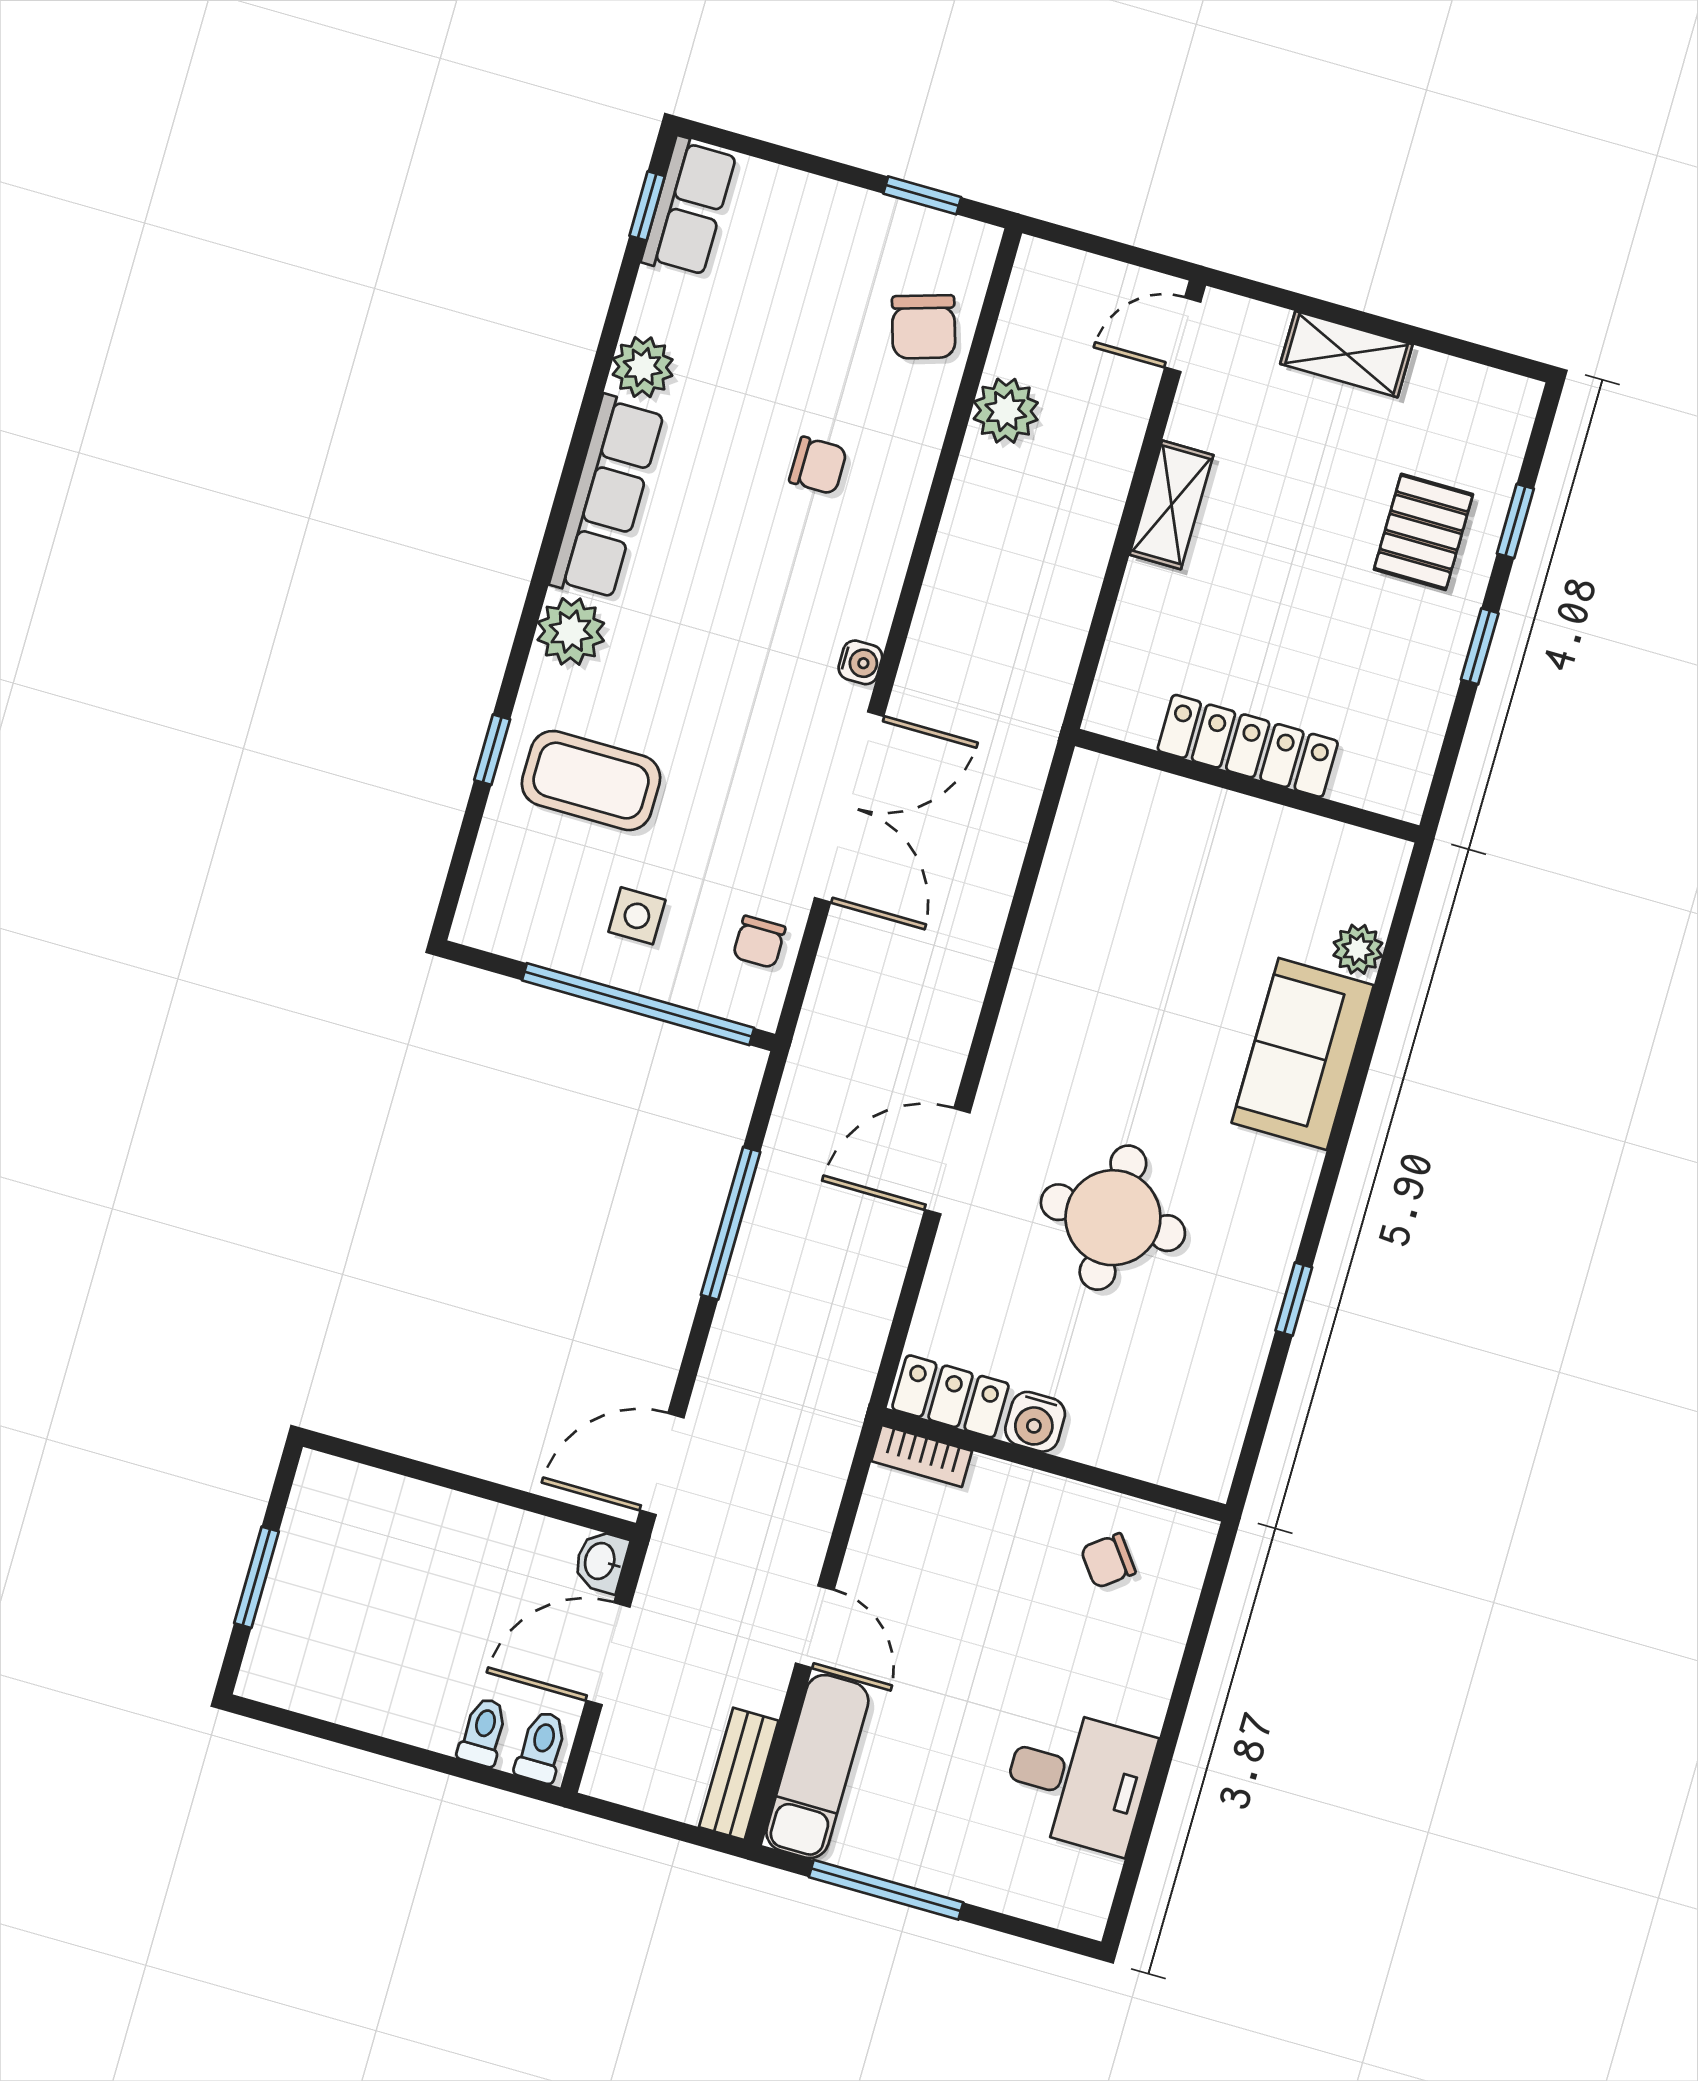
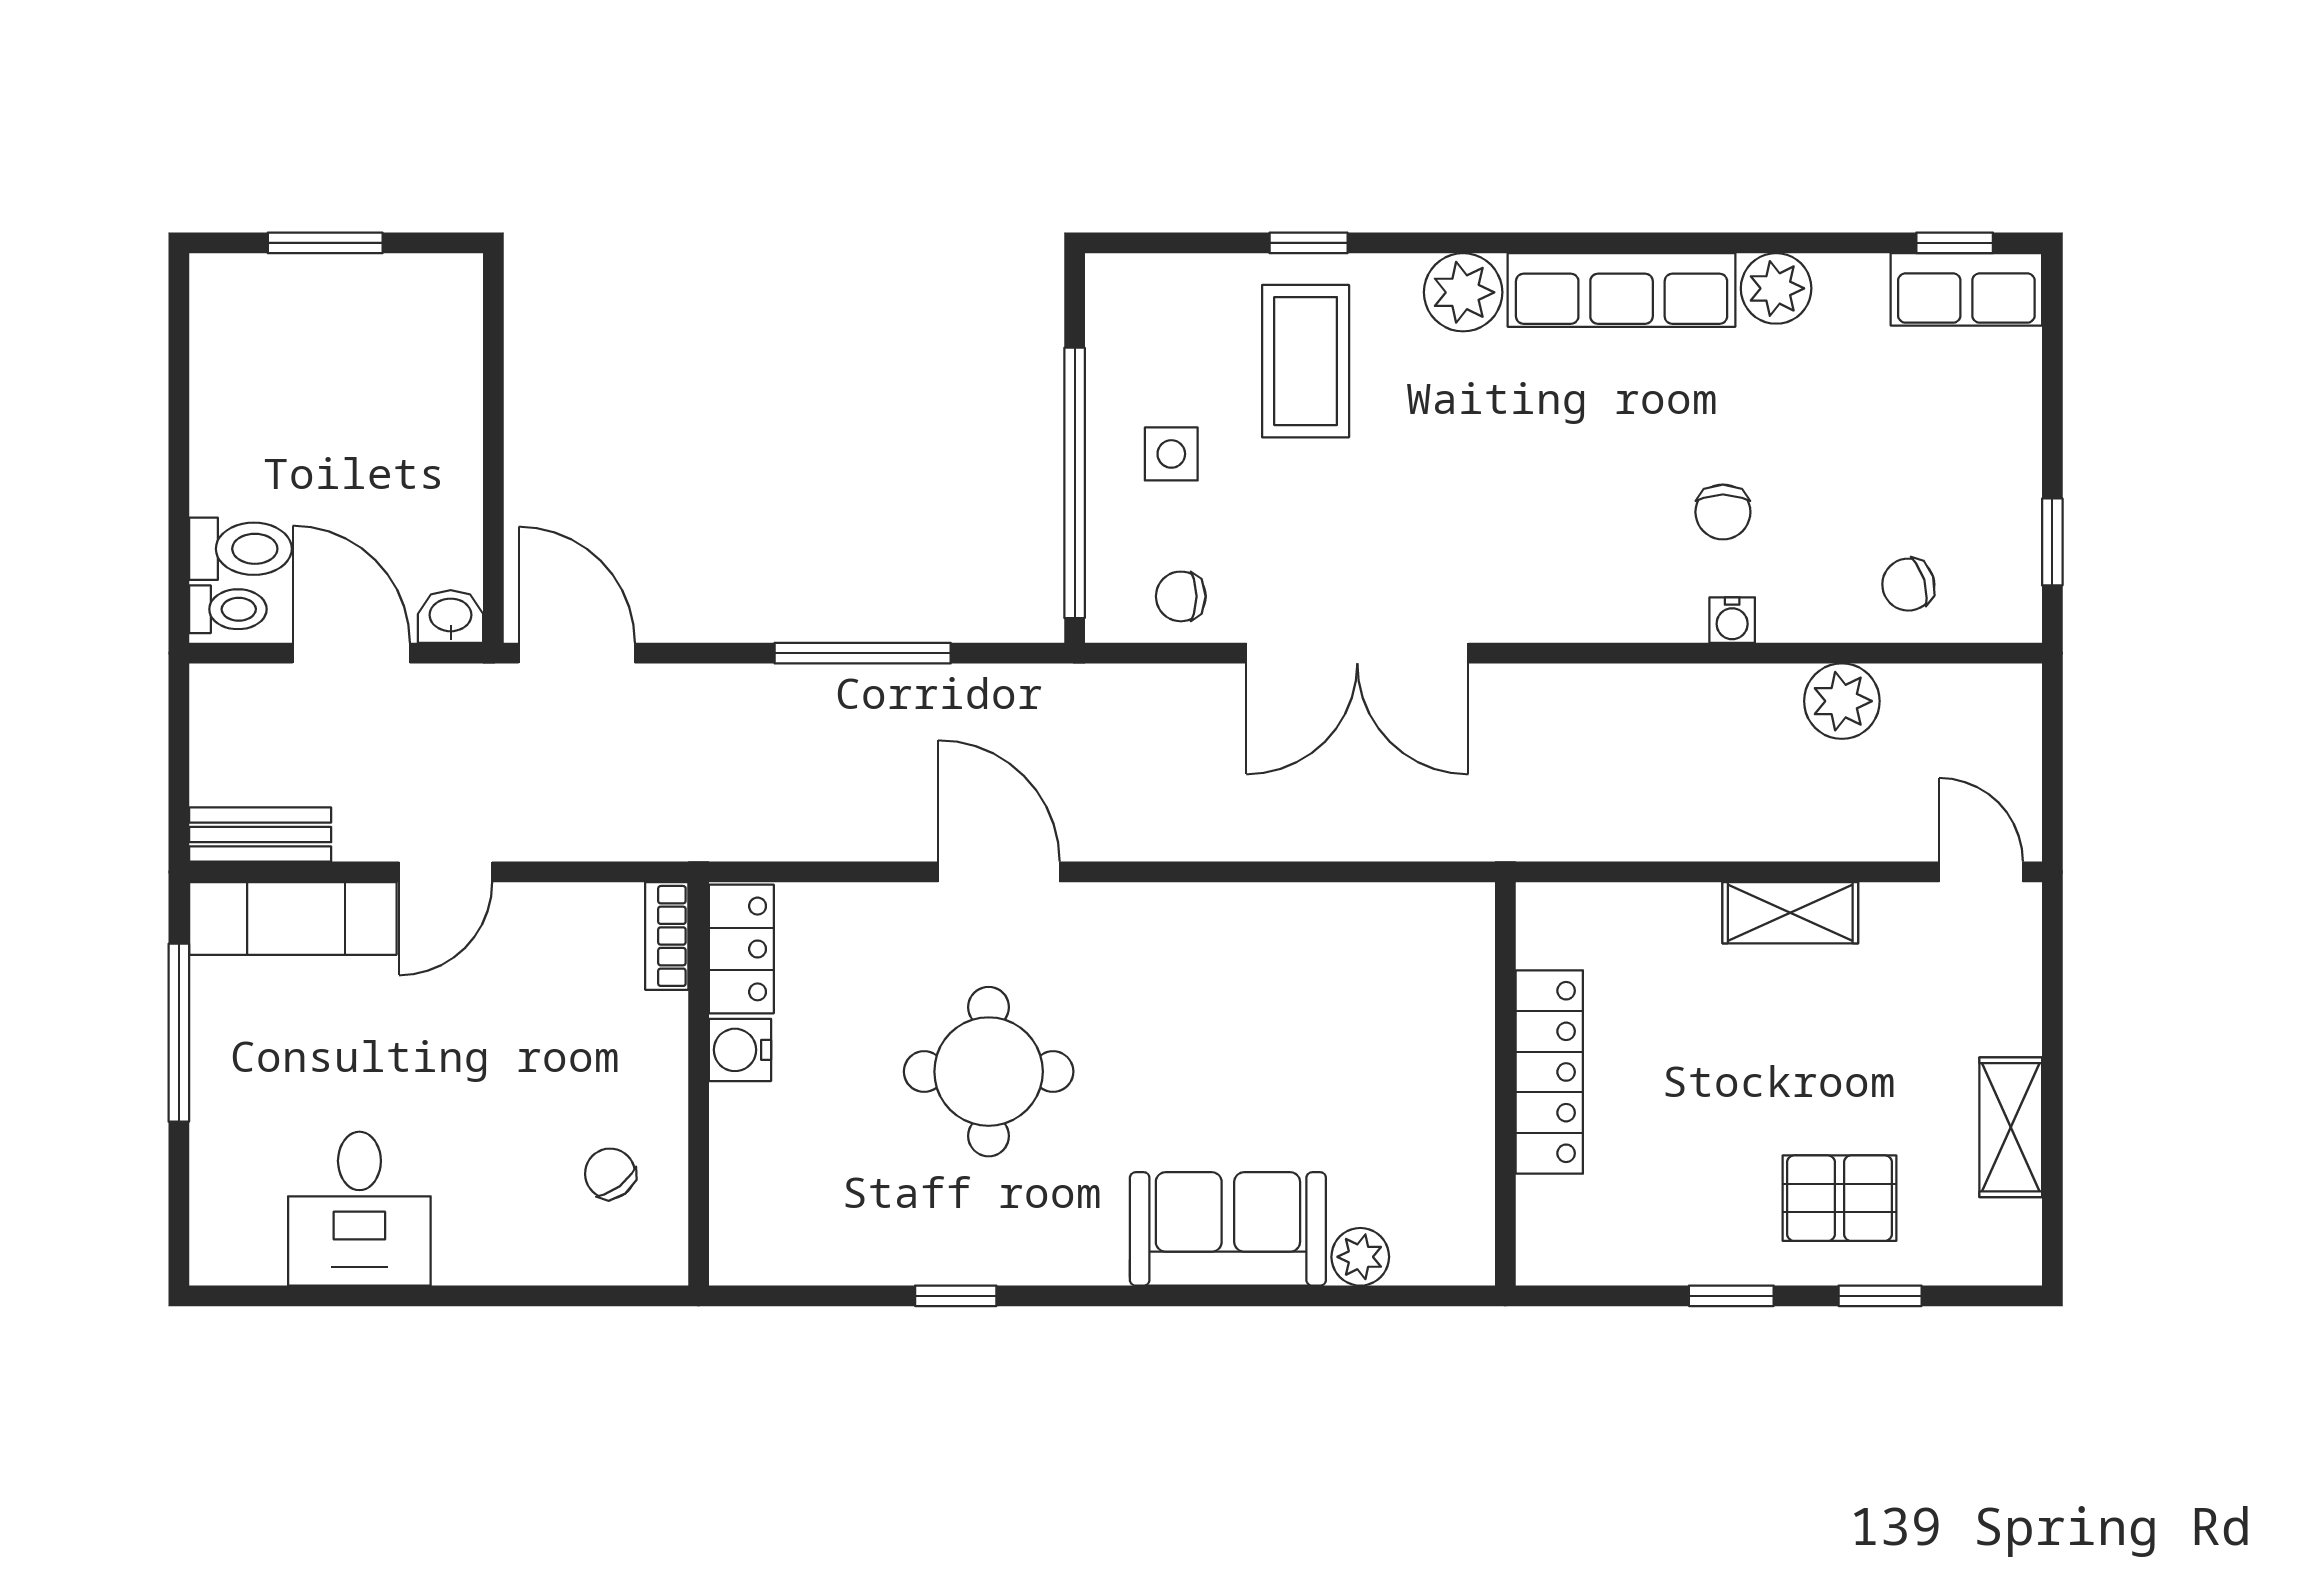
chair: (924, 327) -> (1908, 585), width x0.73, depth x0.73
shelving: (1346, 354) -> (2011, 1127), moved
water cooler: (860, 662) -> (1732, 620), moved
toilet: (483, 1732) -> (240, 549), width x1.37, depth x1.39

